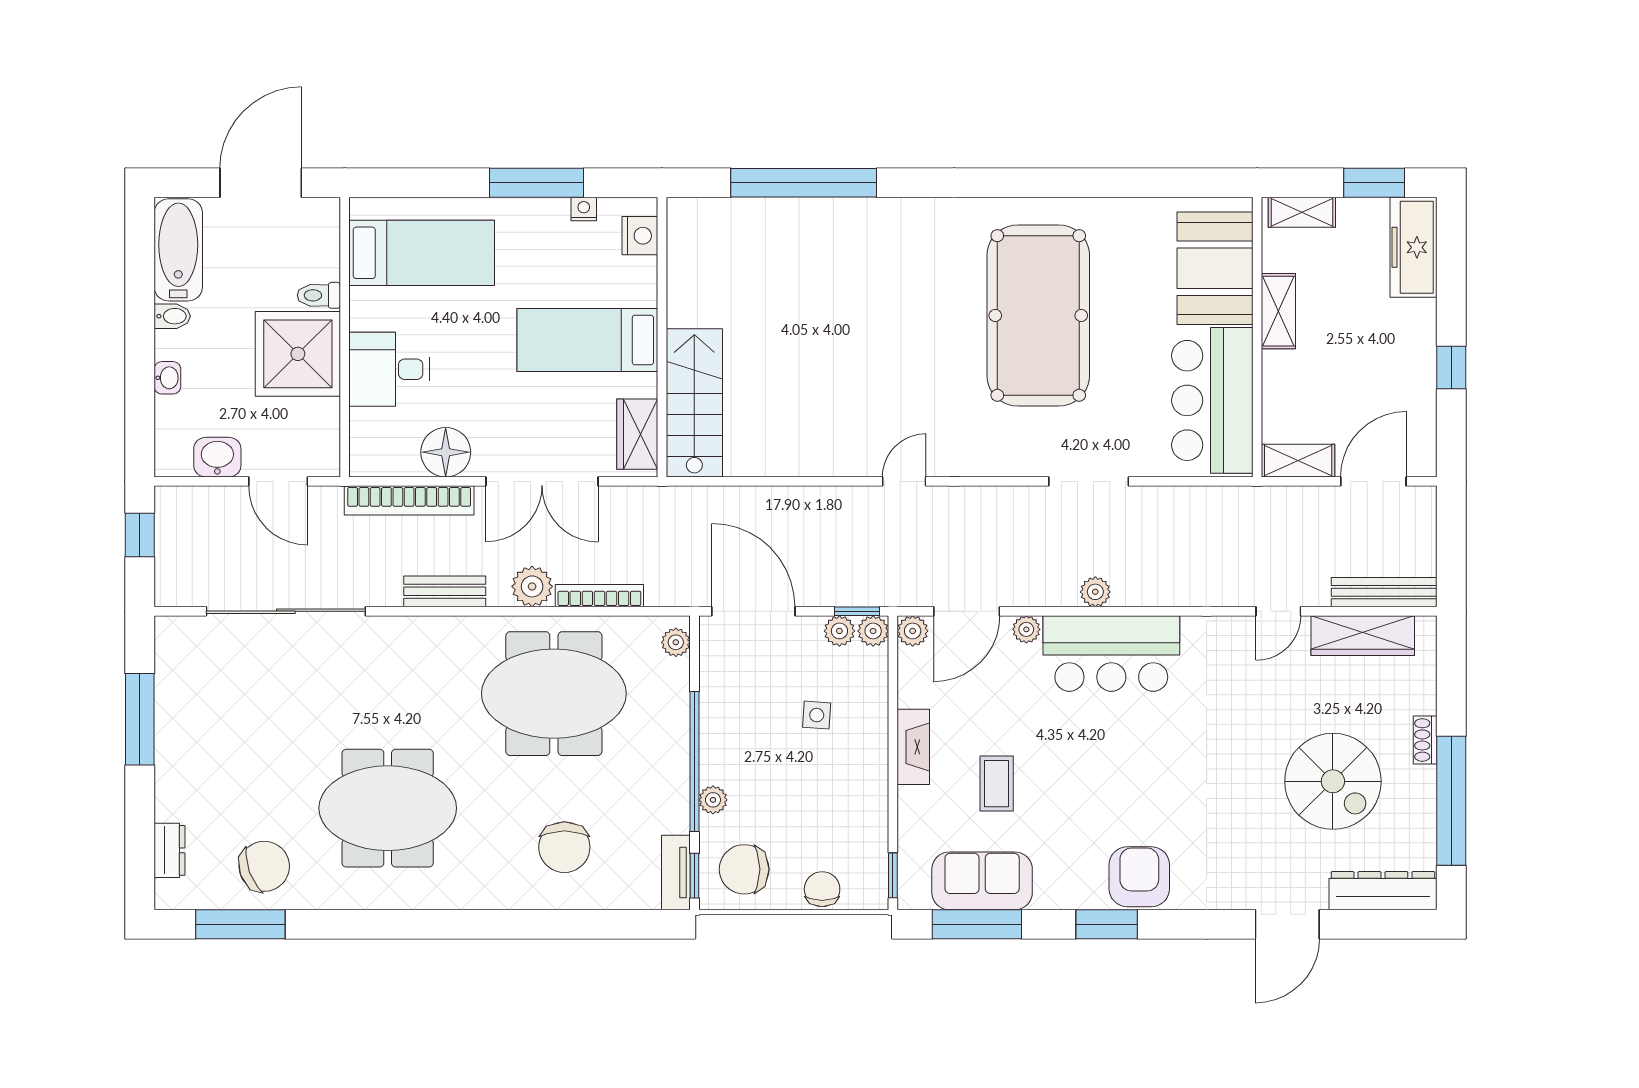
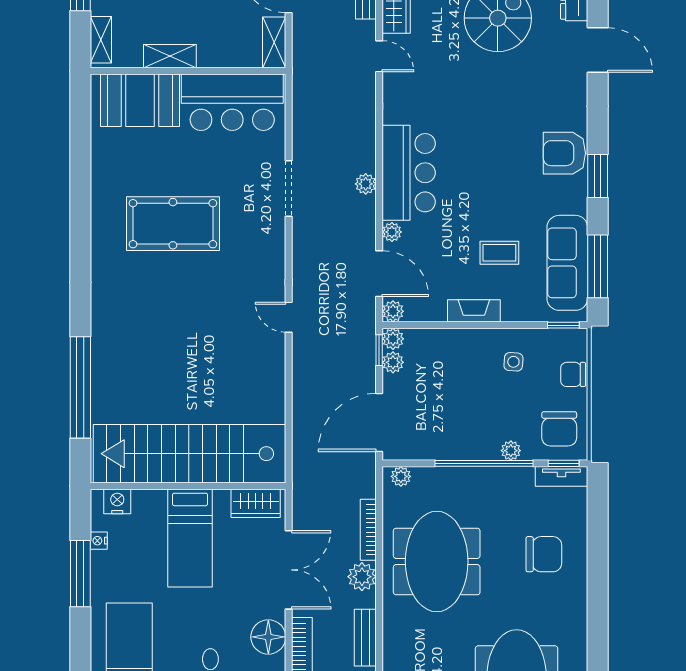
pool table: (1038, 315) -> (173, 224), width x0.73, depth x0.76
stairs: (694, 403) -> (189, 454), width x1.86, depth x1.51
side table: (817, 715) -> (513, 362), moved
sofa: (982, 881) -> (567, 263), width x1.36

